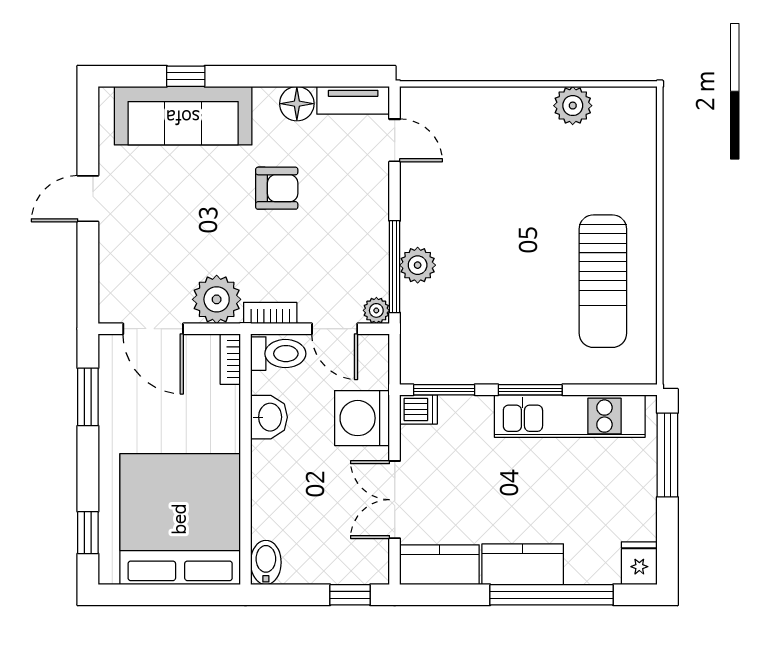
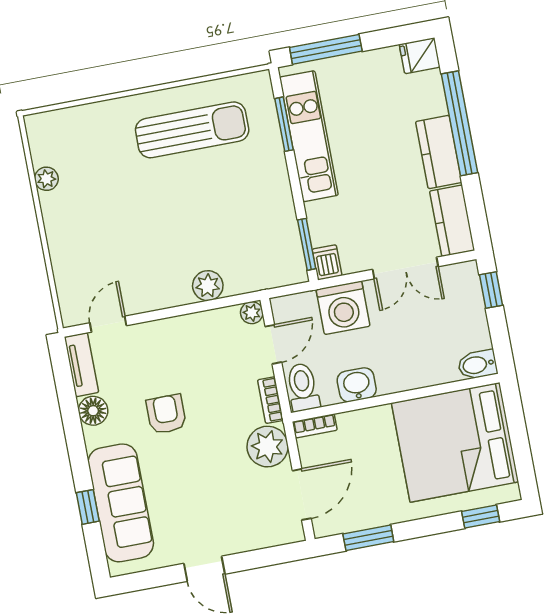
plant: (573, 106) -> (46, 179), width x0.73, depth x0.73
window: (395, 267) -> (213, 304), removed
window: (530, 390) -> (284, 124), moved

